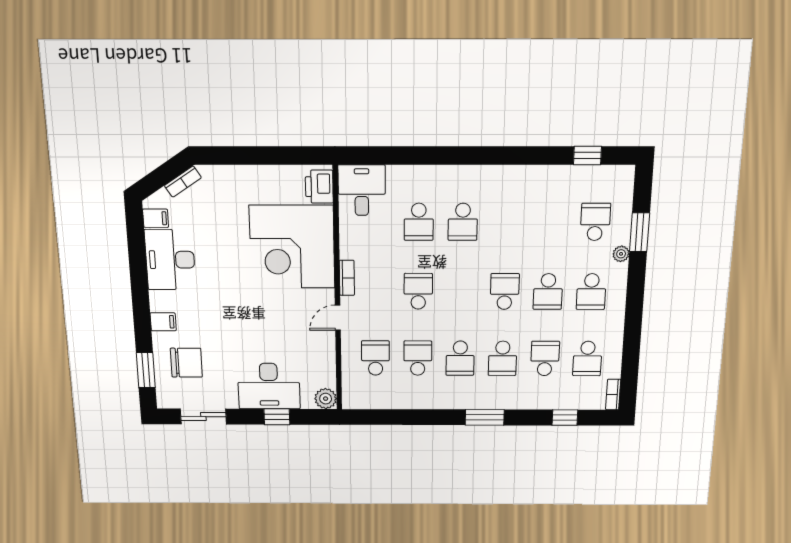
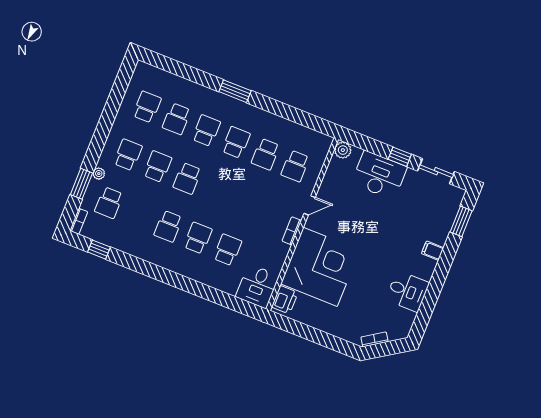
filing cabinet: (156, 218) -> (404, 323), removed
desk: (170, 260) -> (407, 291), width x0.73
school desk: (418, 291) -> (168, 226), moved
chair: (186, 363) -> (430, 215), removed
bookcase: (613, 395) -> (79, 221), moved
window: (277, 417) -> (400, 157), moved
window: (565, 418) -> (178, 69), removed

